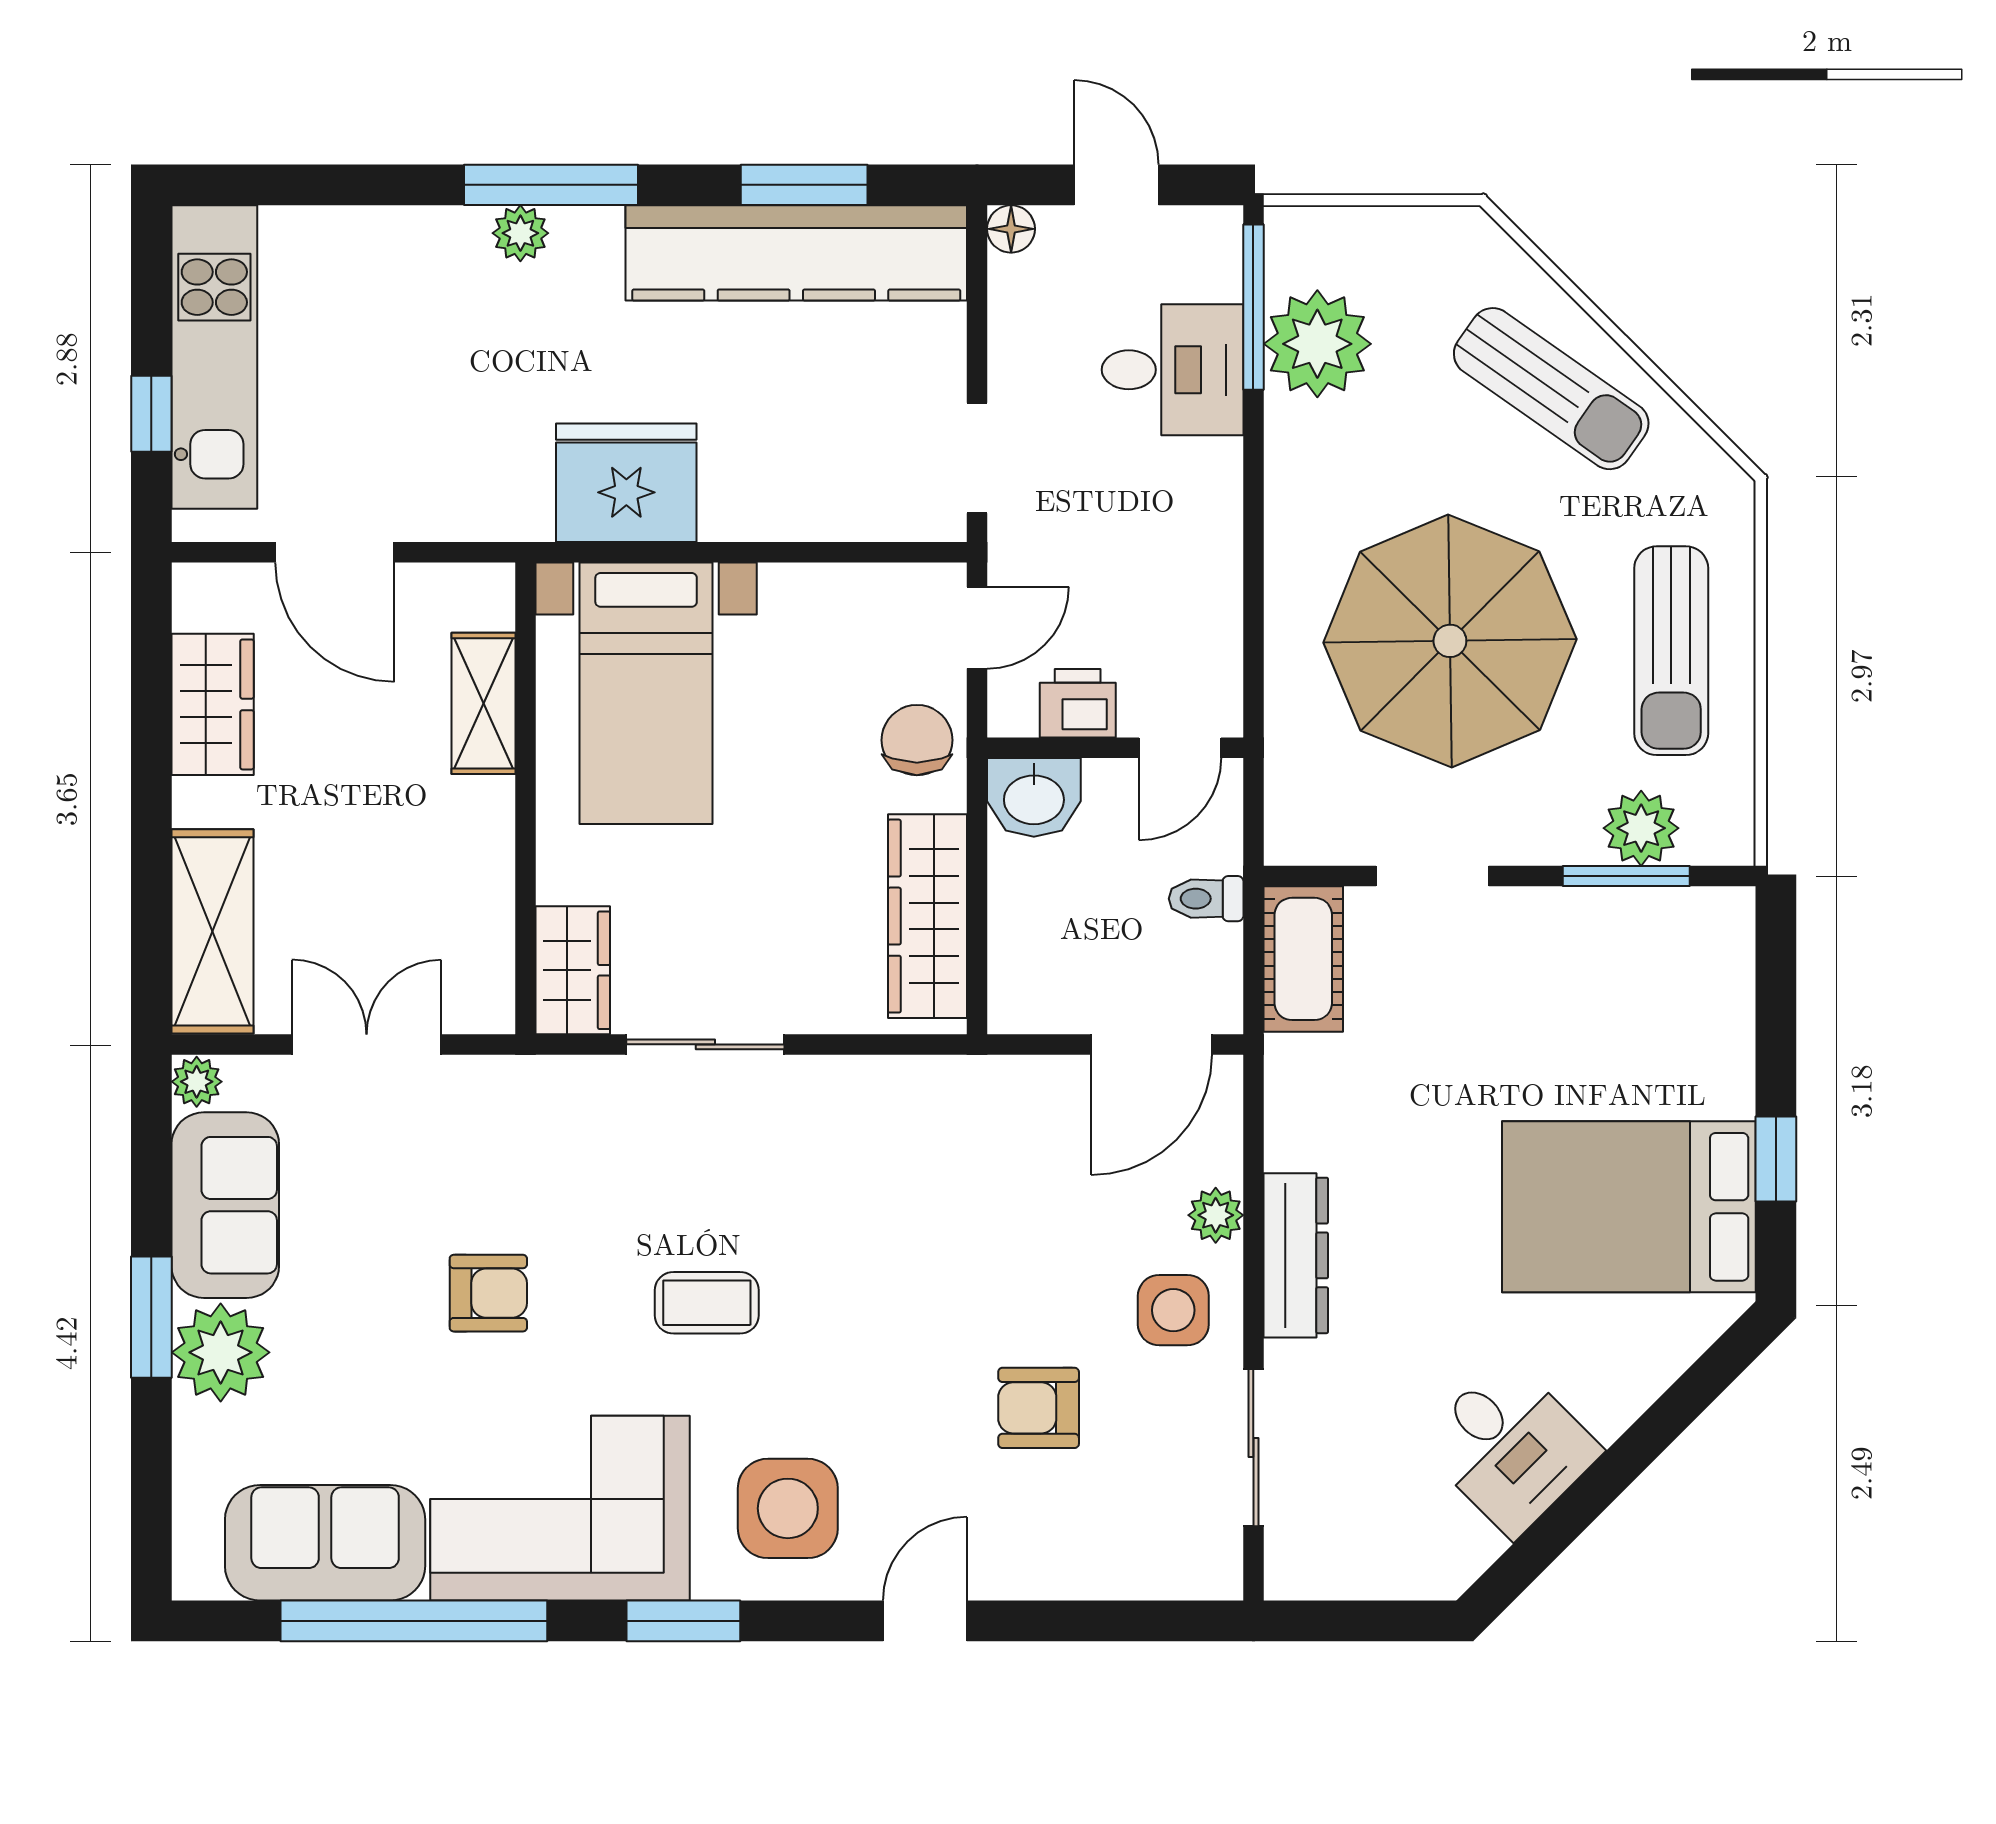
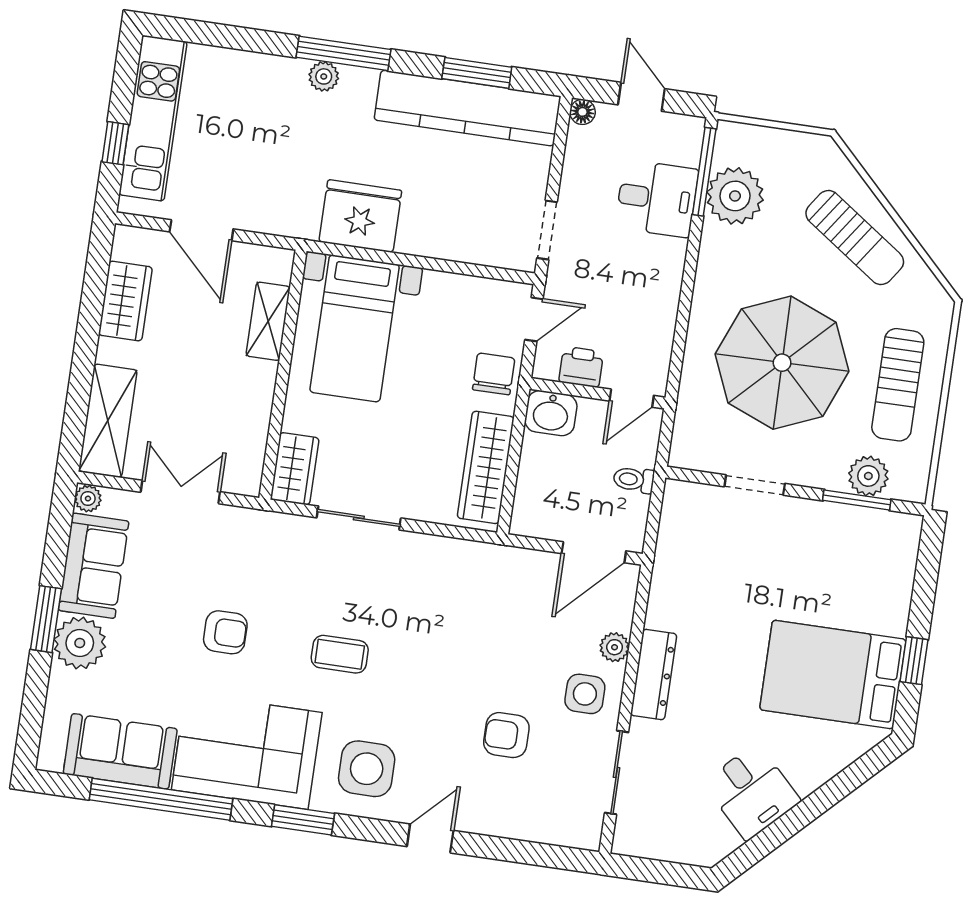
cot: (1303, 959) -> (680, 519), removed

